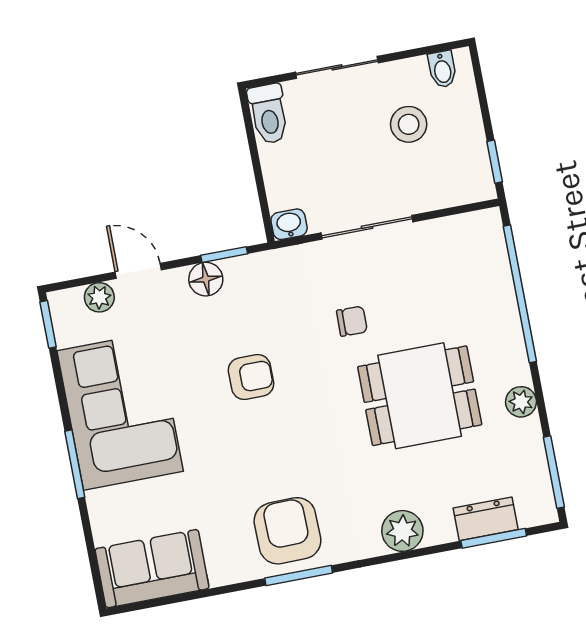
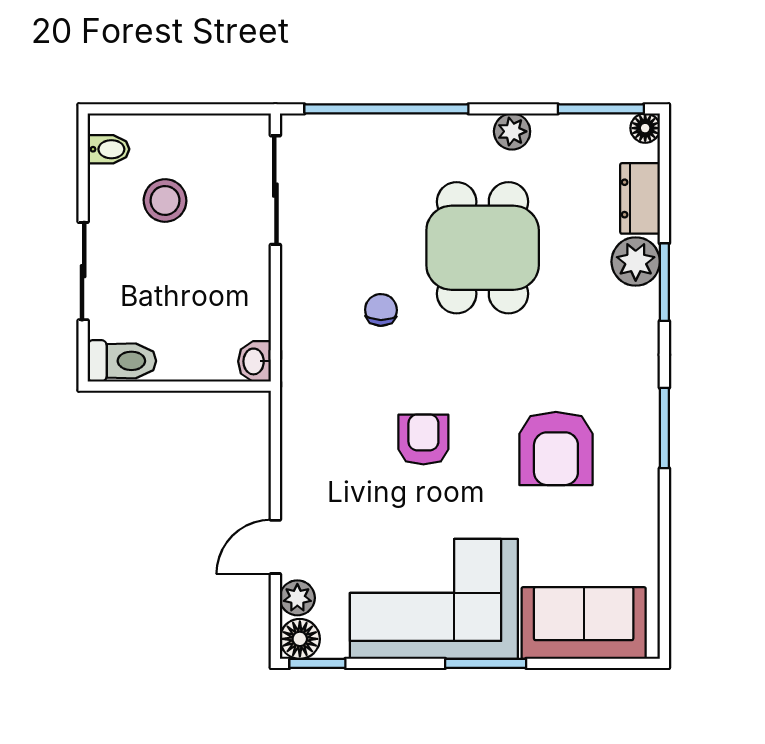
window: (495, 162) -> (227, 109), removed
sliding door: (367, 227) -> (275, 190), moved
window: (224, 255) -> (275, 444), removed
floor lamp: (206, 279) -> (300, 639), moved
floor lamp: (545, 512) -> (645, 128), added
armchair: (287, 531) -> (556, 448), moved, turned -89
plant: (402, 531) -> (636, 262), moved
window: (494, 538) -> (664, 282), moved
sofa: (152, 569) -> (584, 623), moved, turned 90

